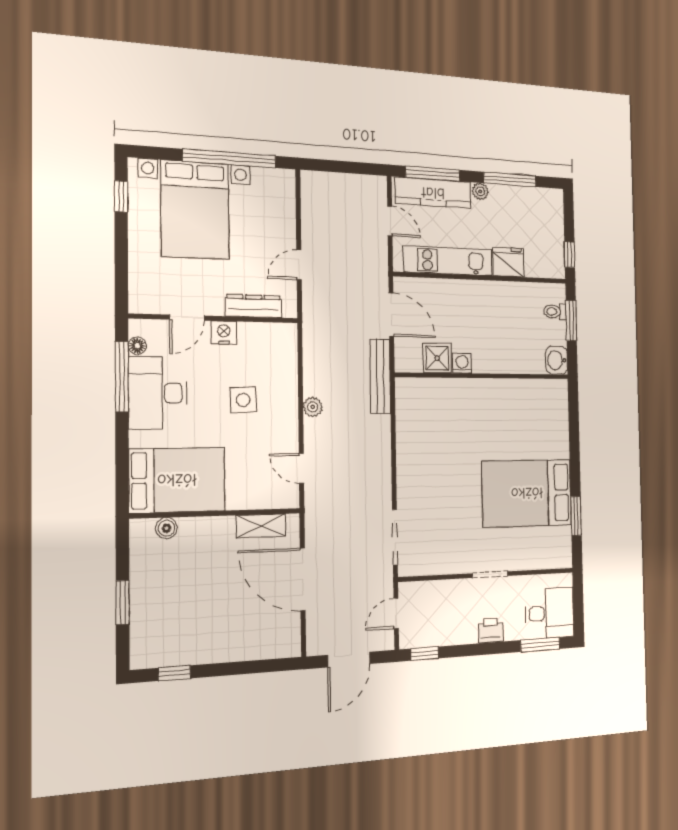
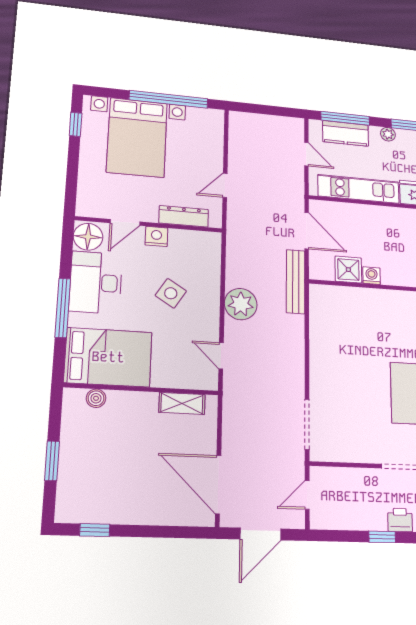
kitchen counter: (433, 193) -> (346, 133), width x0.67
floor lamp: (137, 346) -> (88, 237), width x1.89, depth x1.89
window: (122, 377) -> (63, 308), moved
side table: (243, 400) -> (171, 293), turned 34
plant: (313, 407) -> (241, 304), width x1.87, depth x1.87
door: (303, 579) -> (218, 485), moved
window: (425, 654) -> (382, 537), moved

